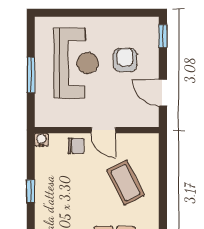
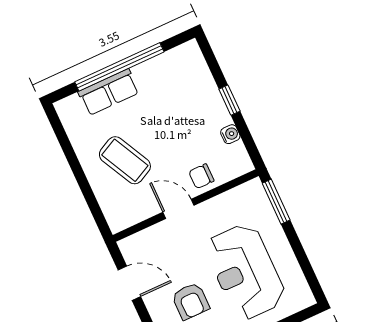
window: (31, 75) -> (276, 202), moved
water cooler: (41, 140) -> (230, 134), moved, turned -90

